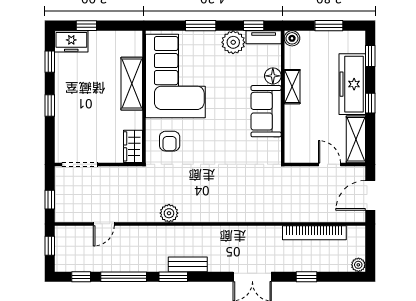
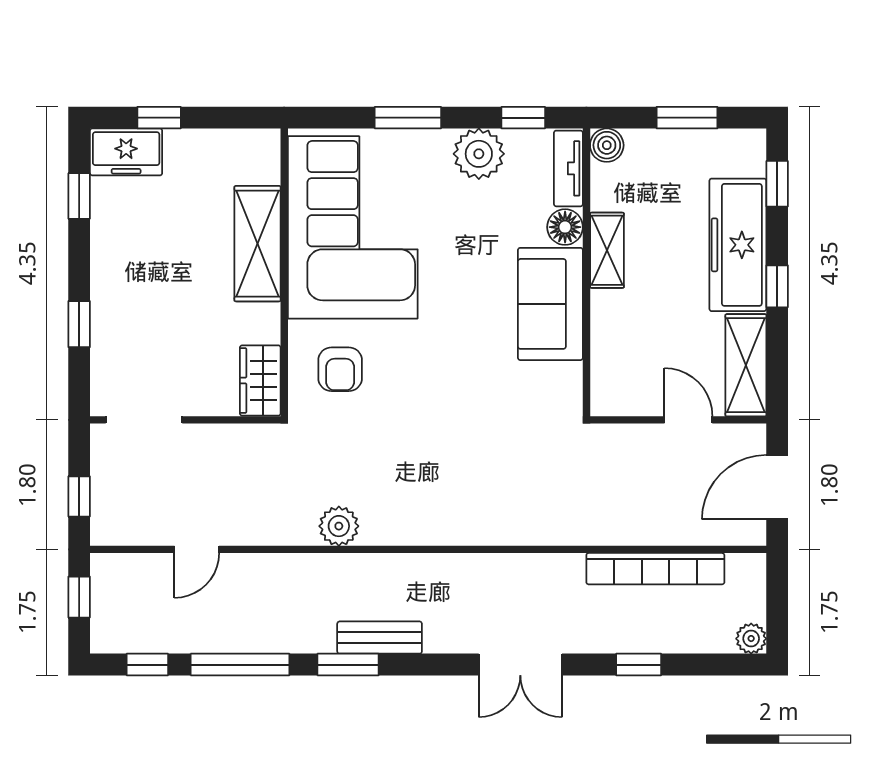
tv unit: (264, 37) -> (568, 168), moved, turned 90
window: (50, 105) -> (79, 324), moved

